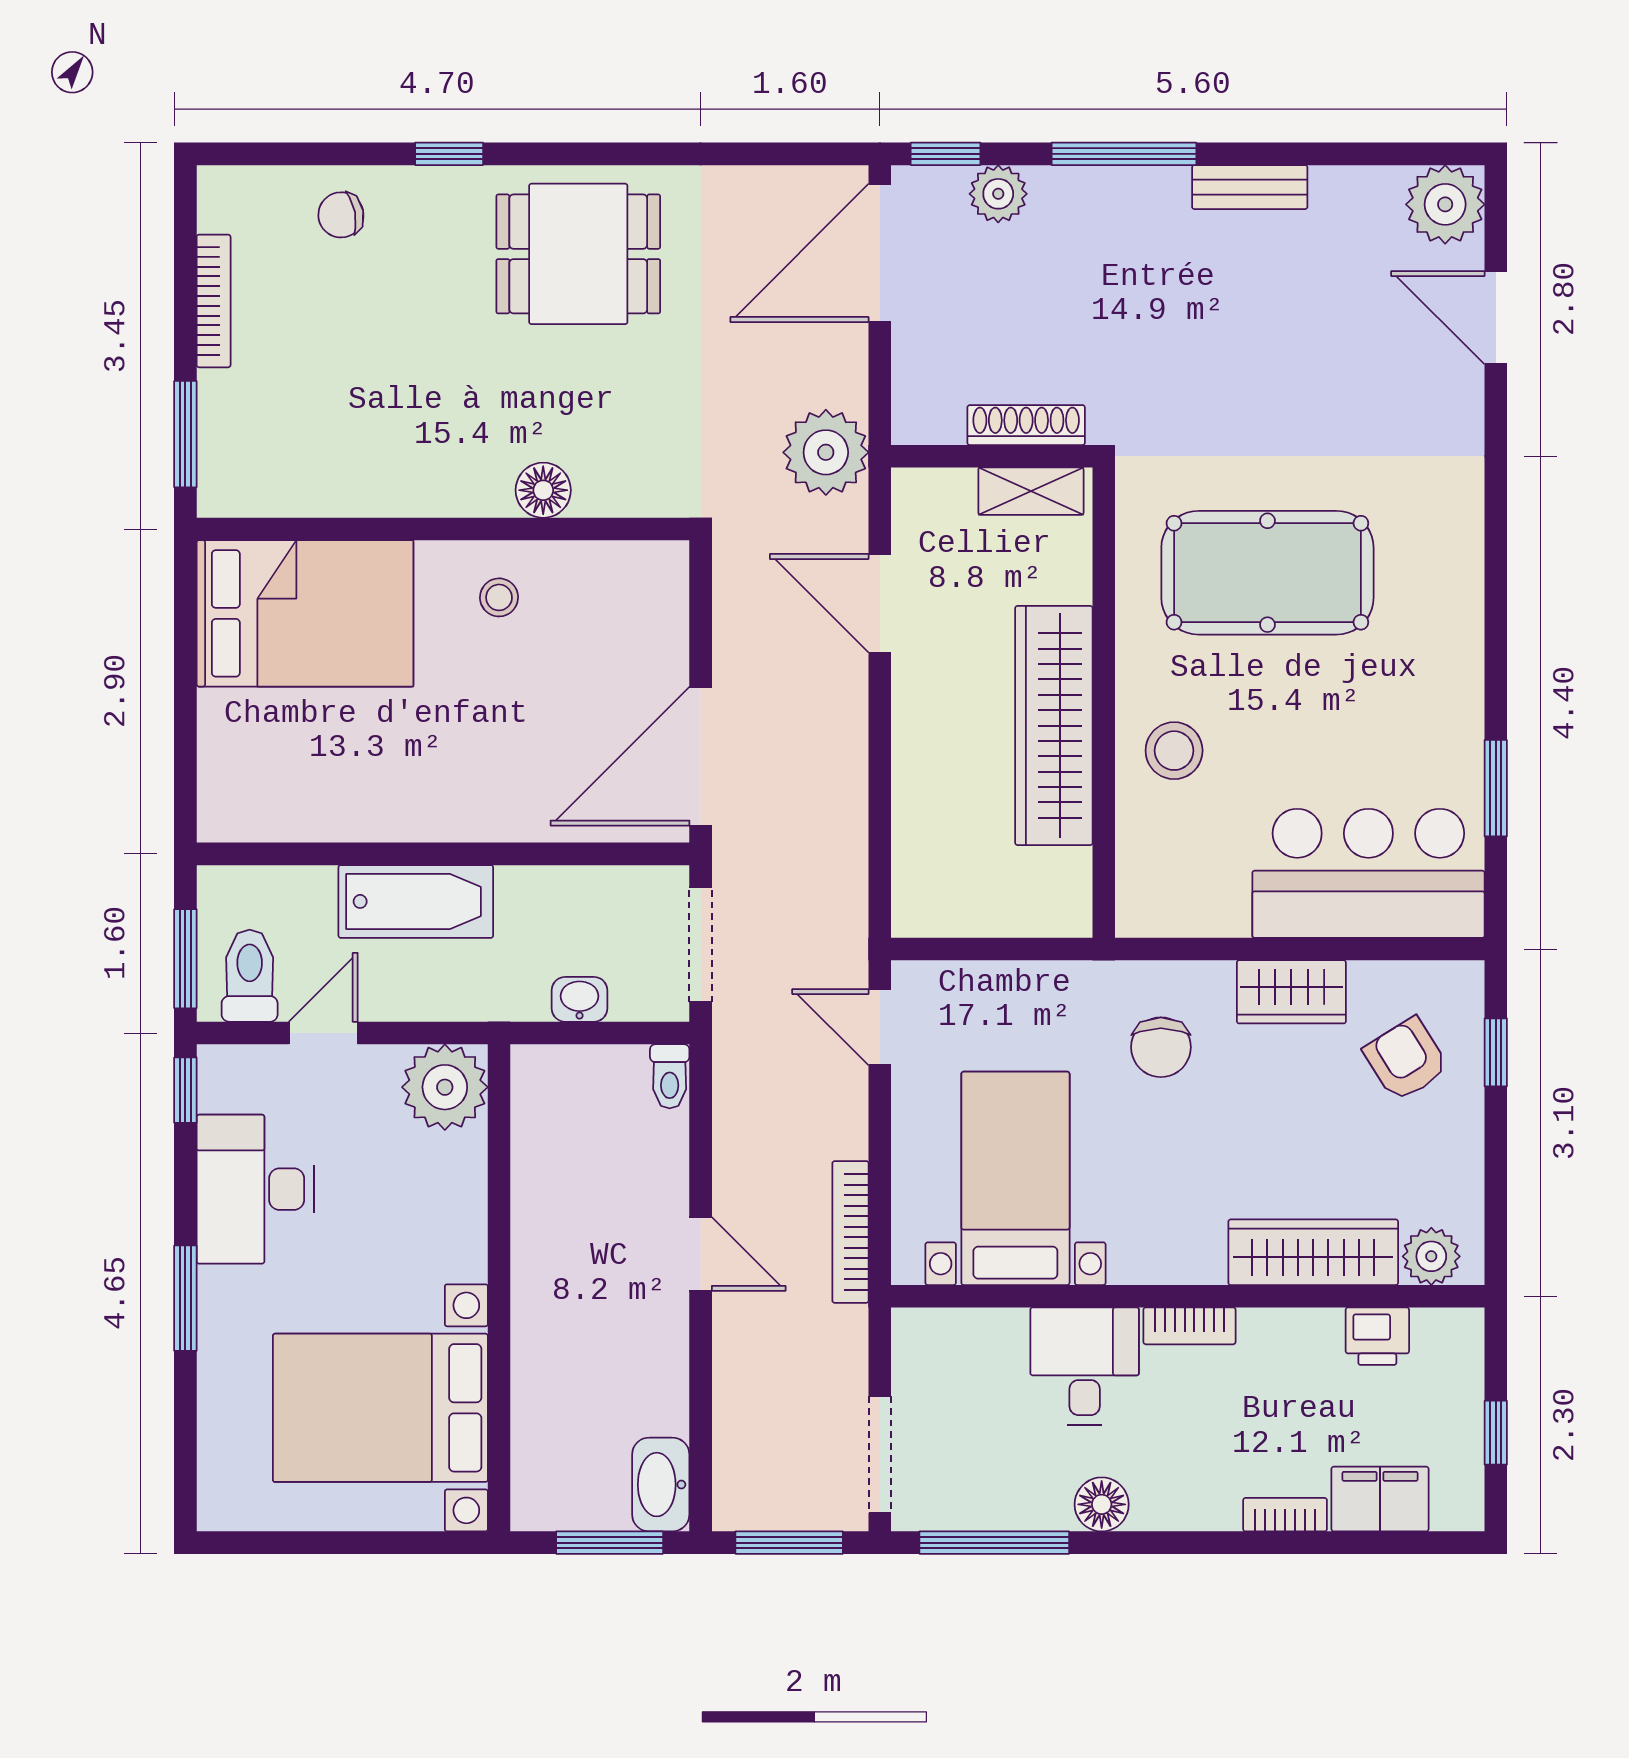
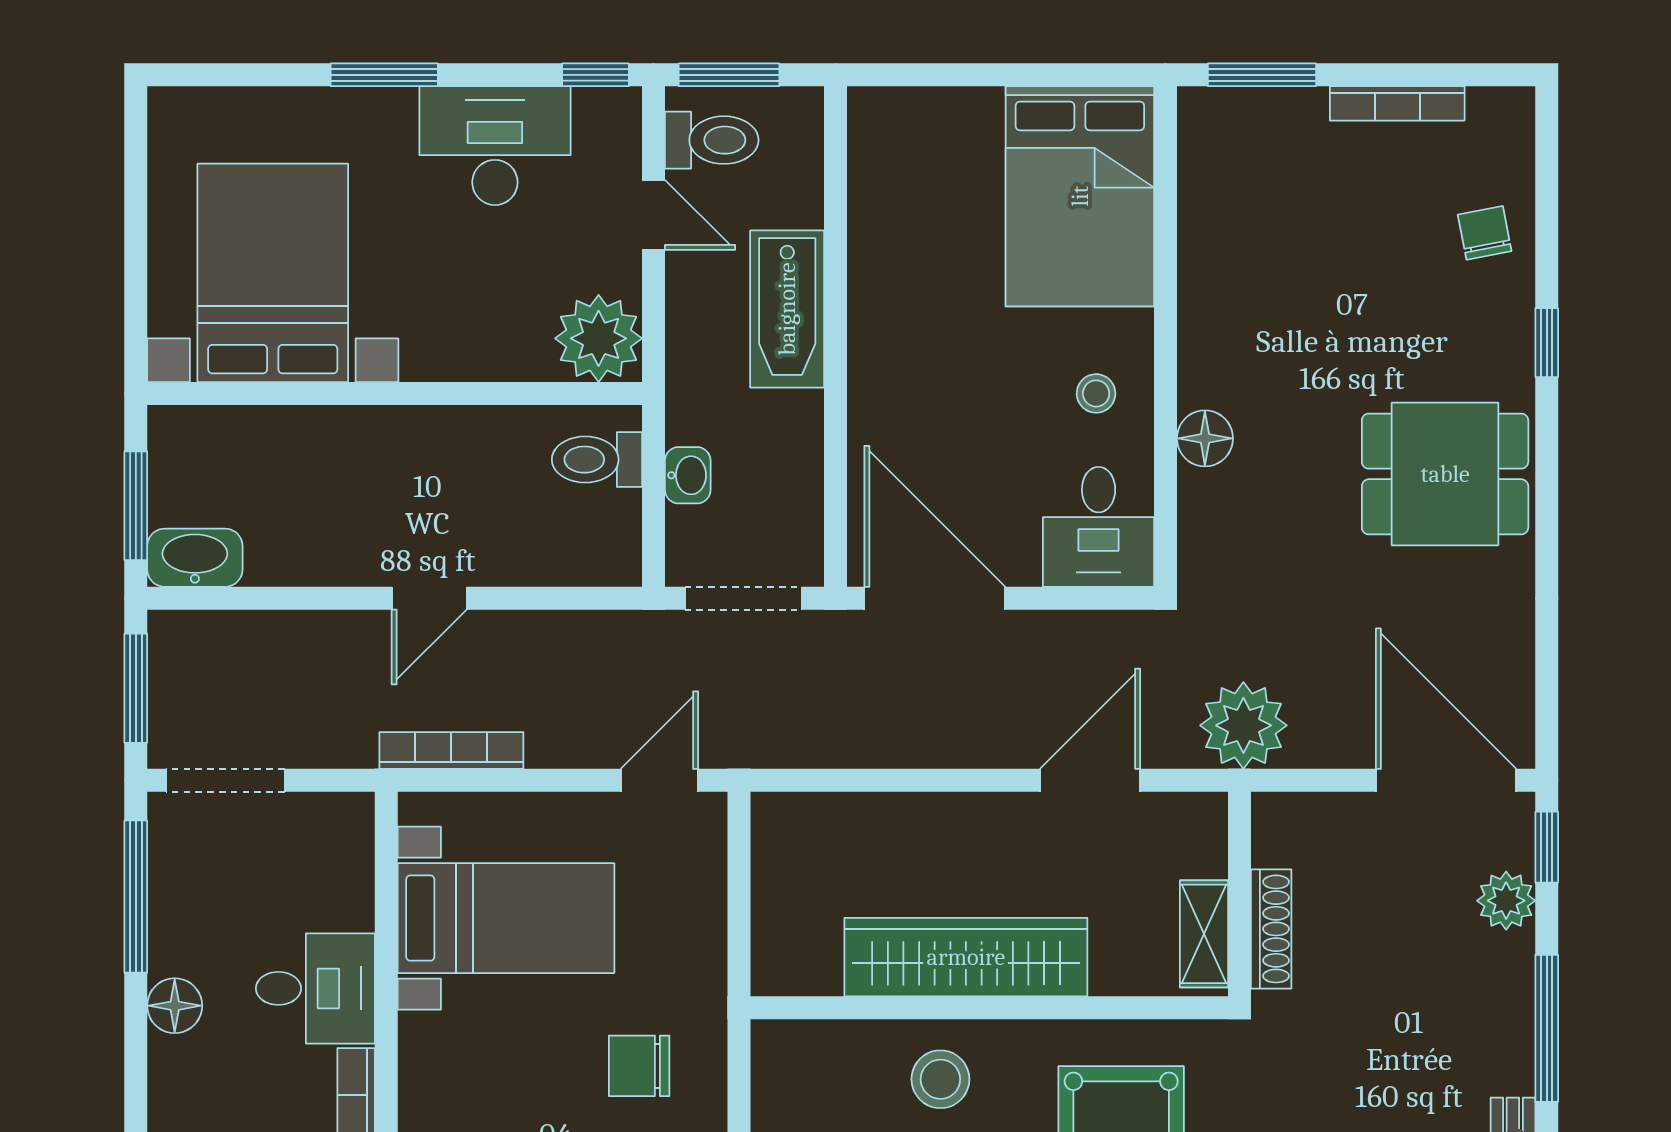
dining table: (578, 254) -> (1445, 474), turned 90
desk: (630, 595) -> (1099, 527), added
toilet: (670, 1076) -> (597, 460), moved, width x1.37, depth x1.39

